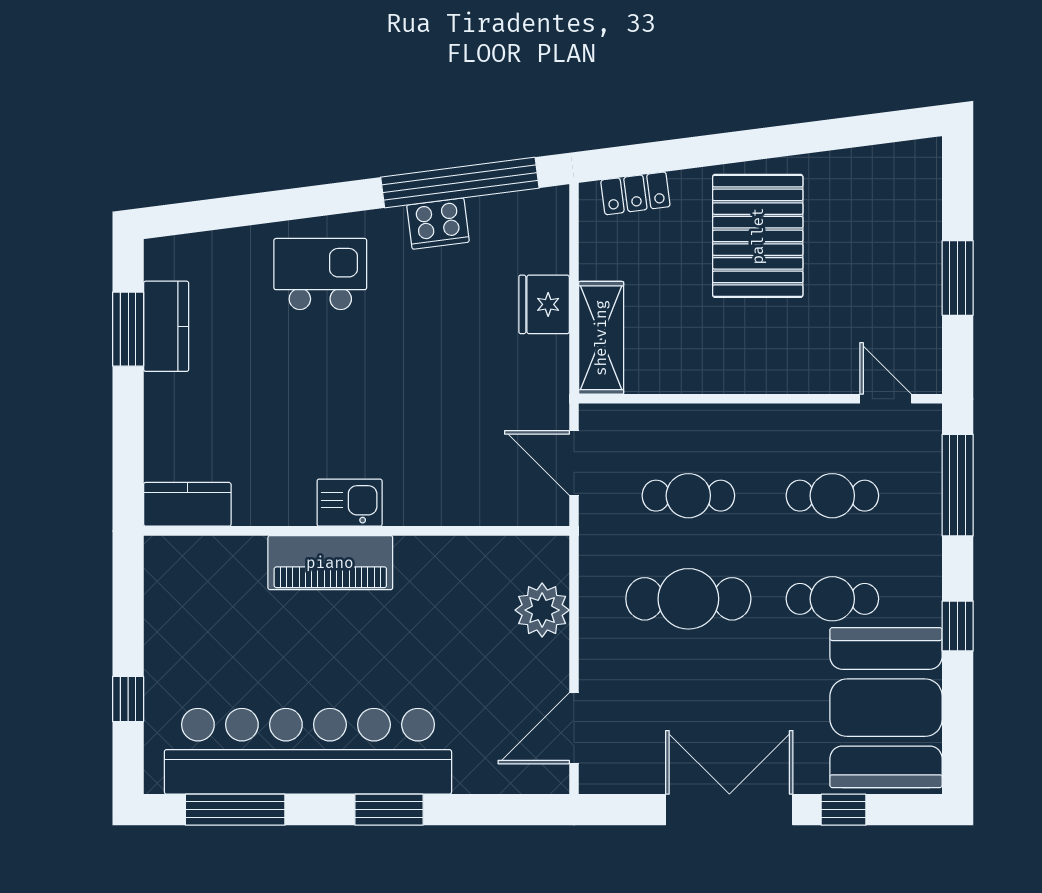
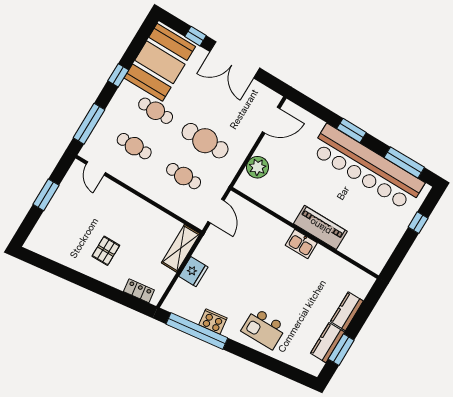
pallet: (758, 236) -> (106, 251), width x0.49, depth x0.50
kitchen counter: (187, 504) -> (347, 311), moved, turned 90

